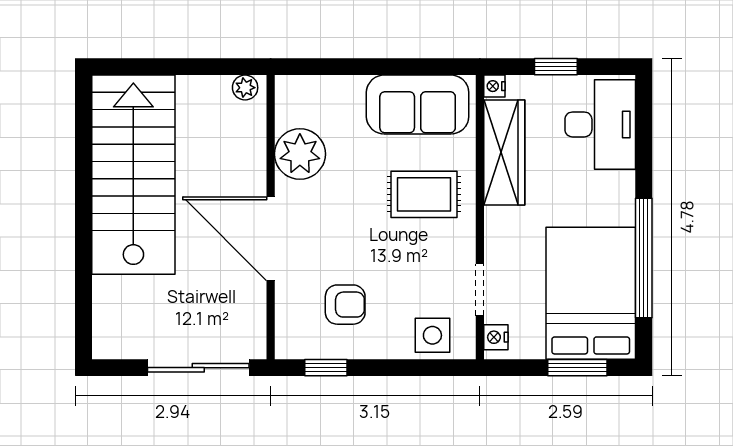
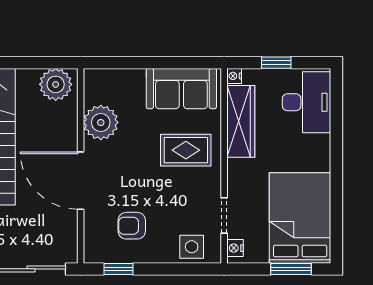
plant: (245, 88) -> (56, 84), width x1.87, depth x1.87
window: (644, 258) -> (336, 194), removed
armchair: (345, 305) -> (132, 226), turned 180

